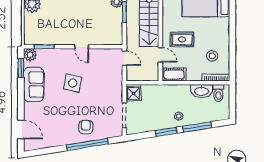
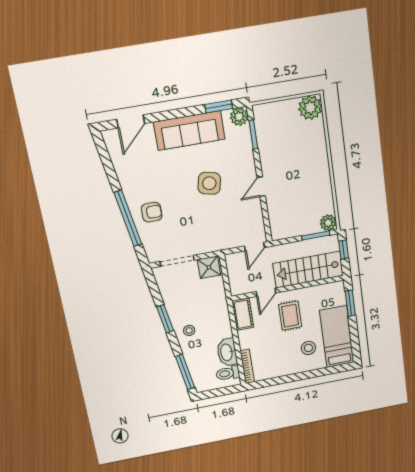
stool: (212, 56) -> (308, 348), moved
sofa: (34, 84) -> (189, 131), width x1.36
window: (197, 127) -> (185, 372), moved

